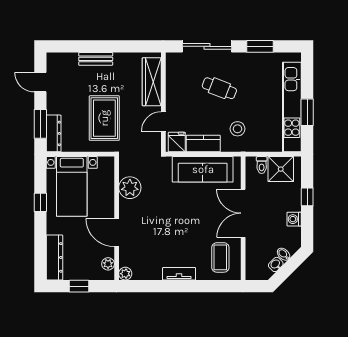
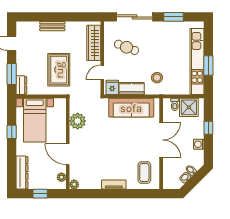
cafe table: (219, 88) -> (127, 47), moved
dresser: (54, 133) -> (21, 85), width x0.70
double door: (243, 213) -> (161, 140), swing flipped

